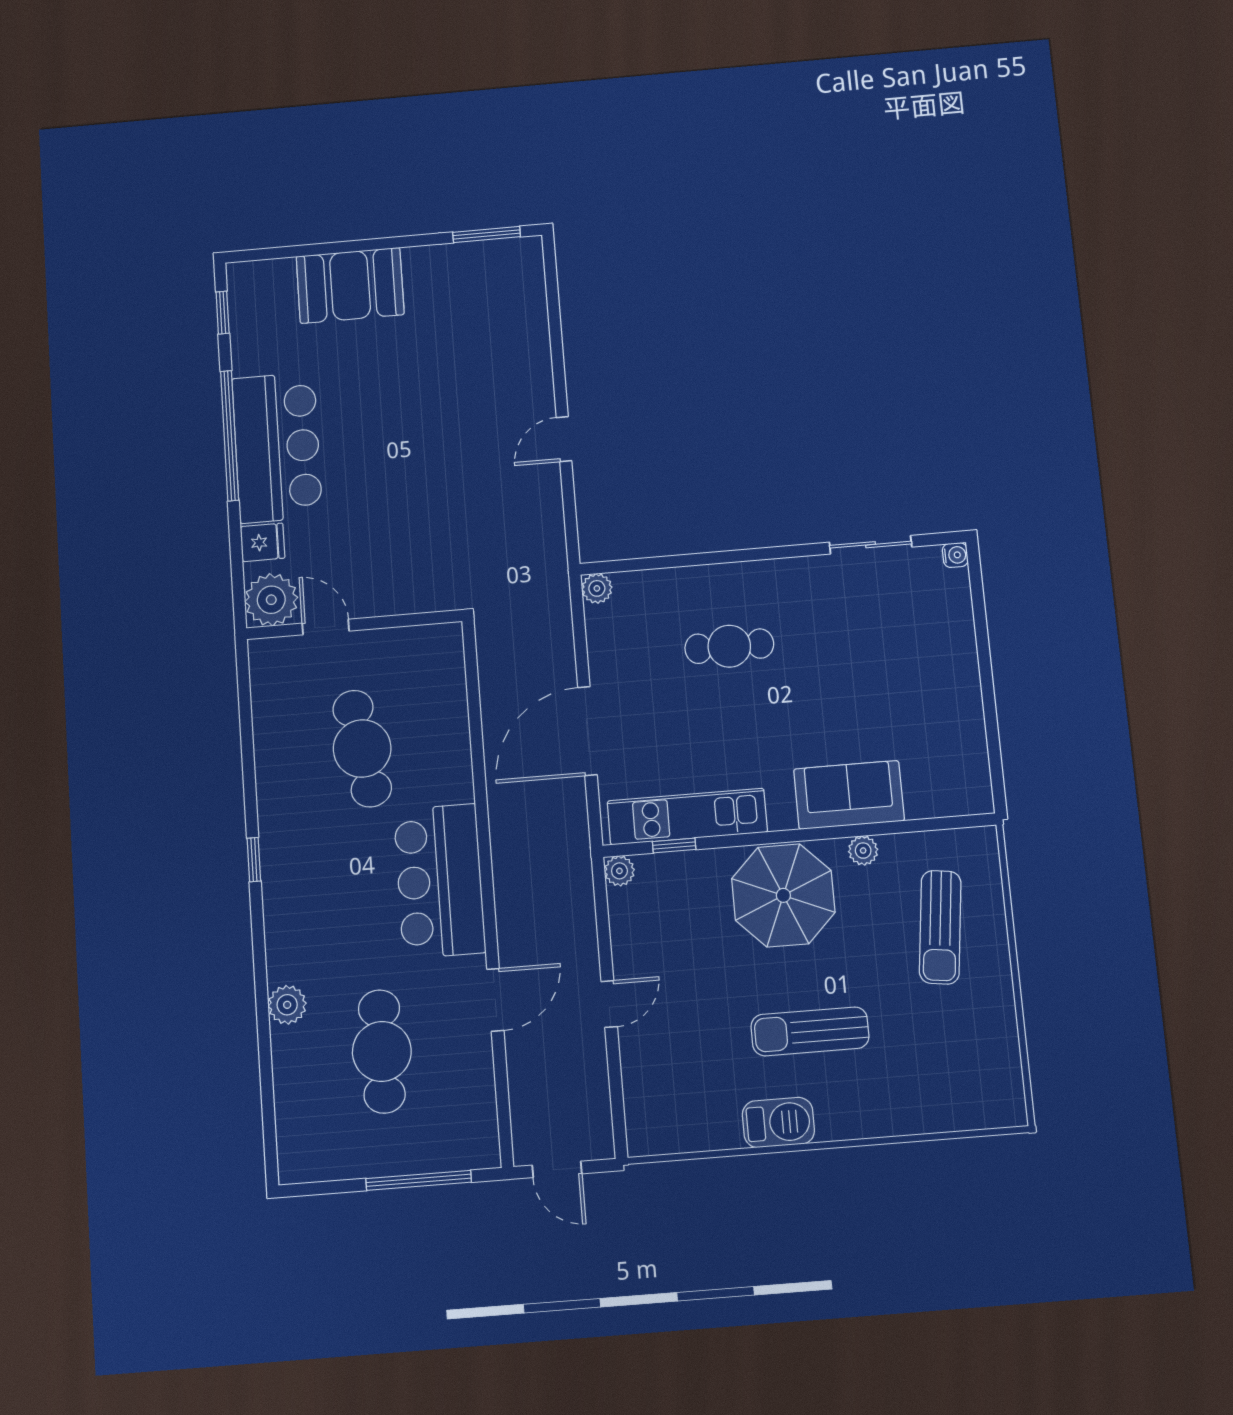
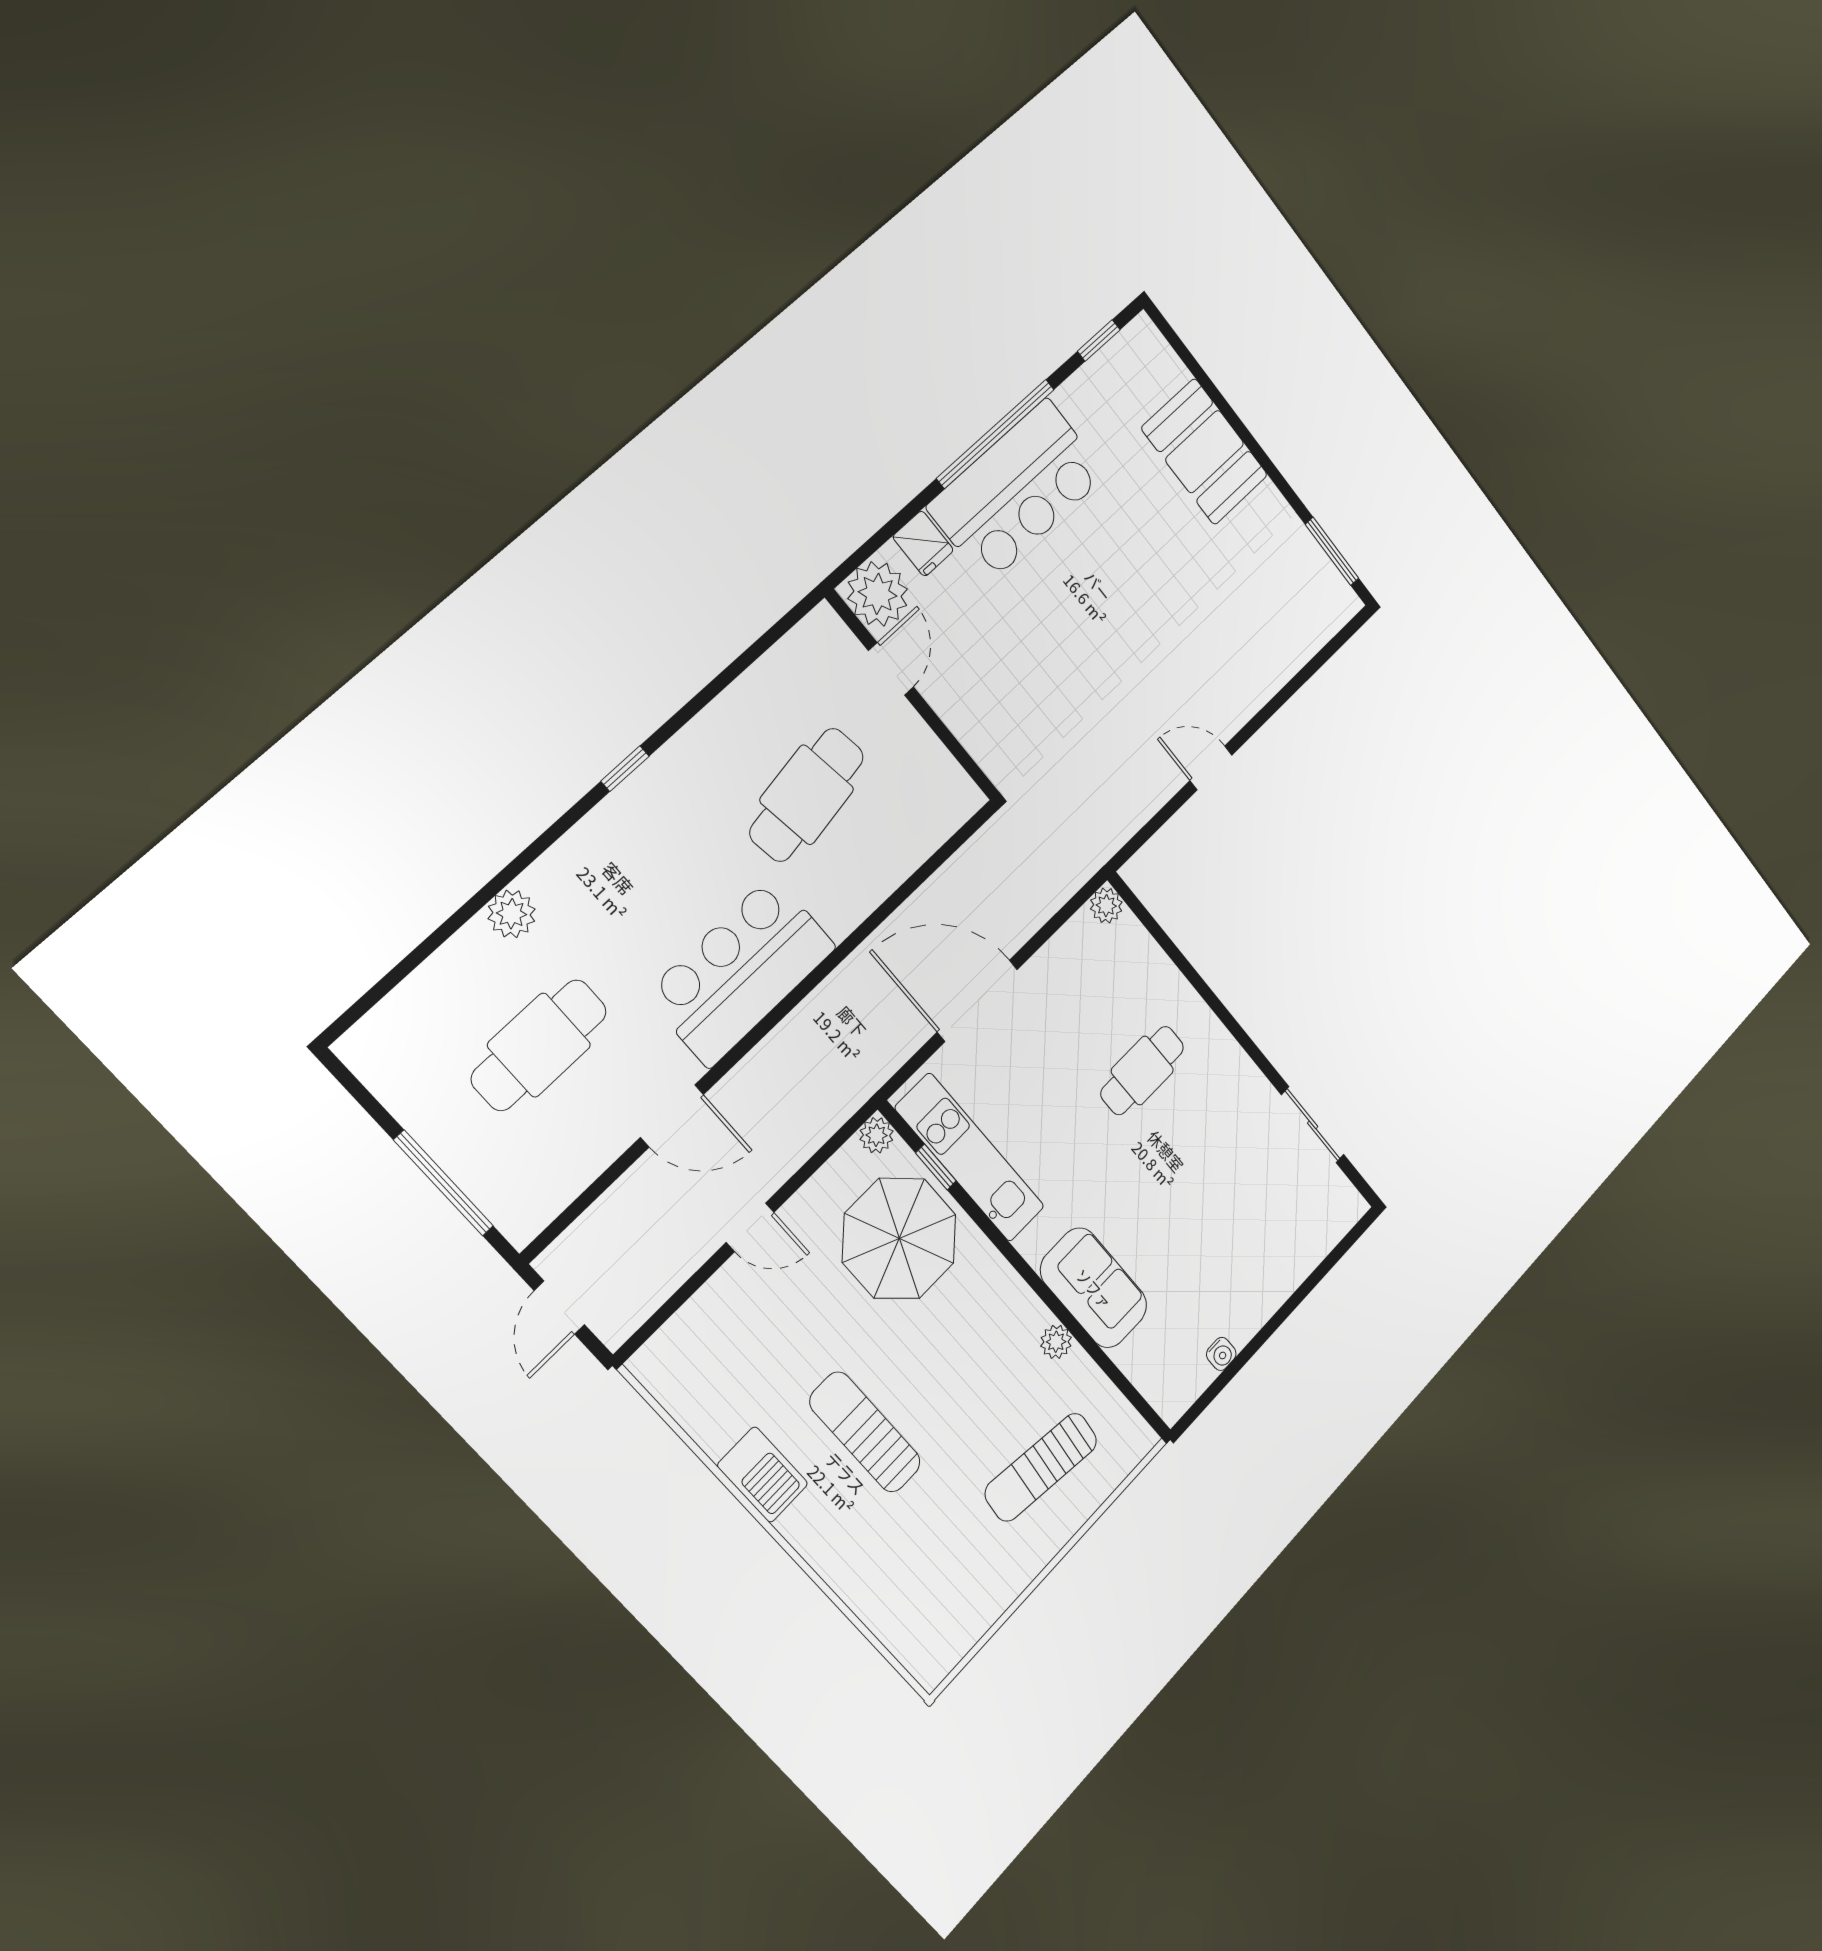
water cooler: (955, 555) -> (1221, 1354), moved
cafe table: (729, 646) -> (1142, 1071), turned 90
parasol: (783, 895) -> (899, 1238), moved

